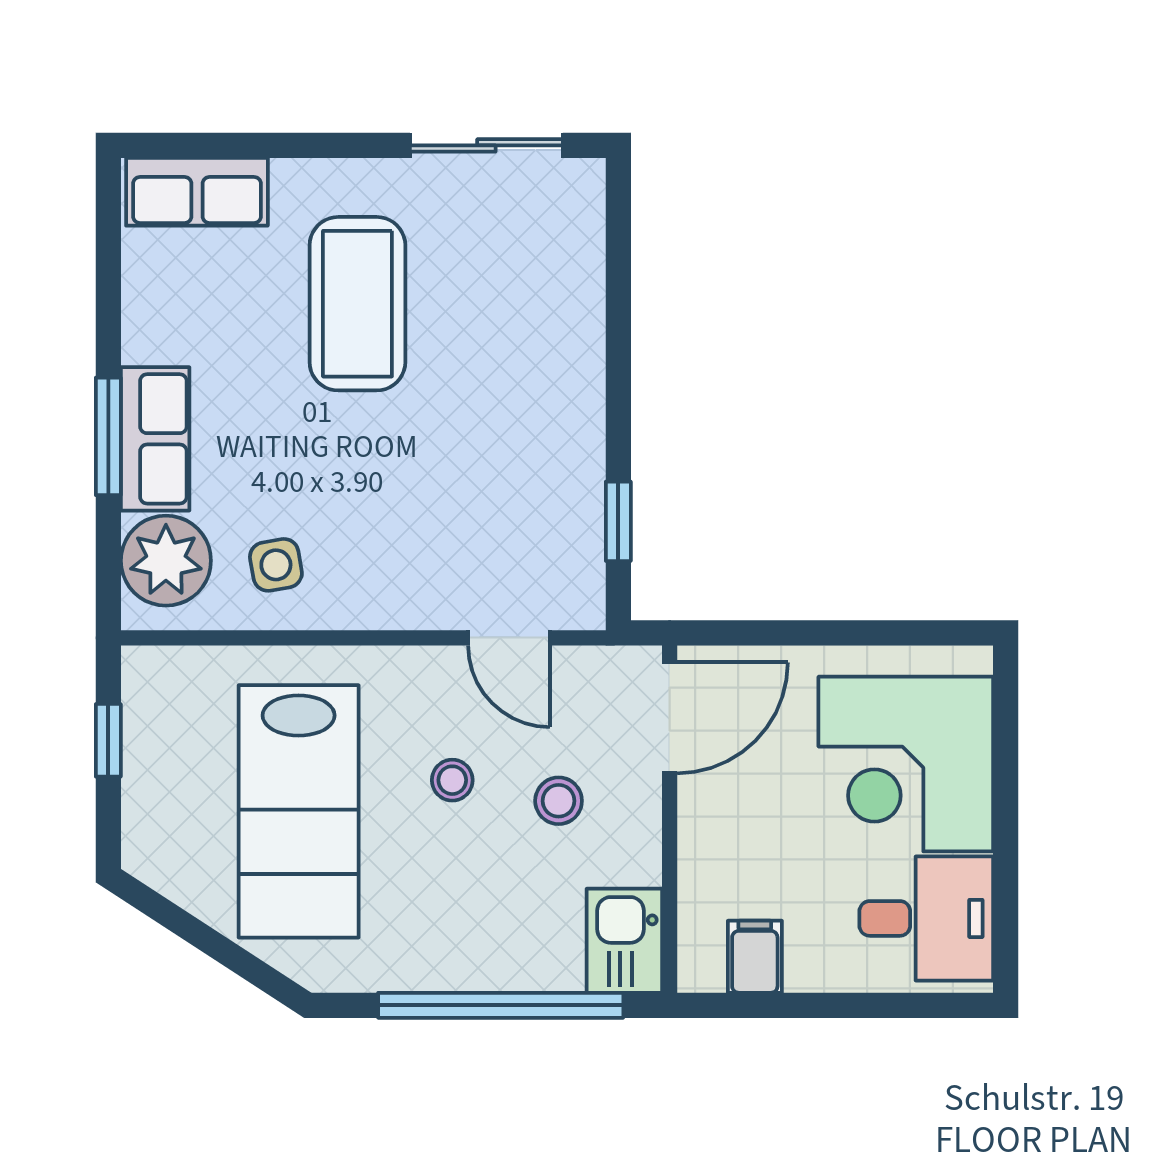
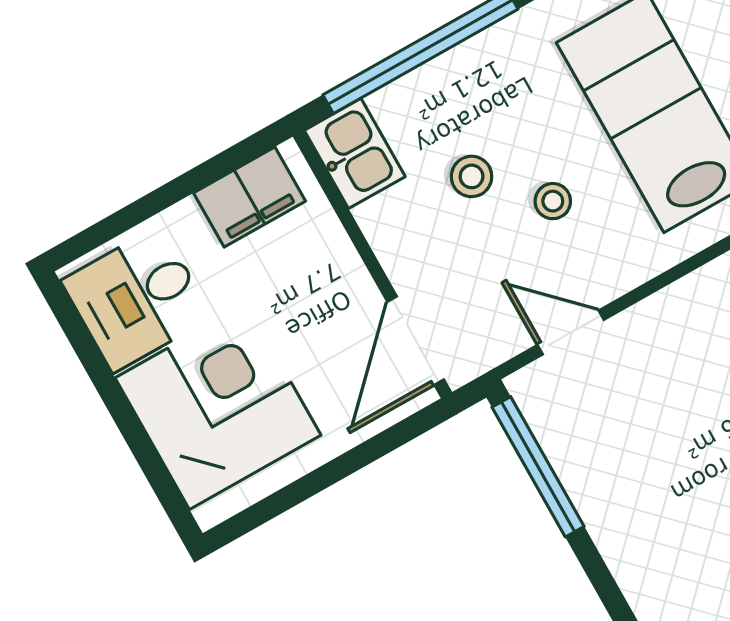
window: (618, 521) -> (538, 467), width x2.17
stool: (559, 801) -> (472, 176), moved
filing cabinet: (755, 957) -> (250, 197), width x2.00

